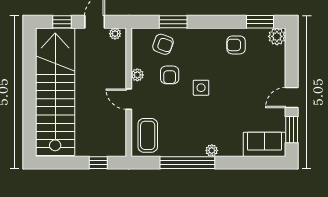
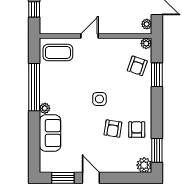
plant: (137, 75) -> (146, 43), moved
armchair: (170, 75) -> (113, 129), moved, turned -81
sofa: (264, 144) -> (50, 133), moved

